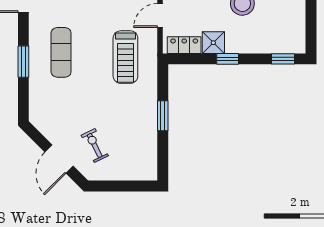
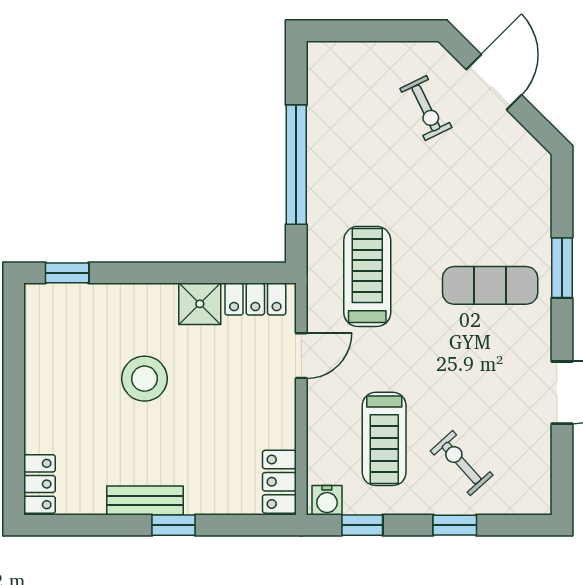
exercise mat: (61, 52) -> (490, 285), turned 90
window: (228, 59) -> (172, 273), removed
window: (163, 116) -> (296, 165), width x2.11

